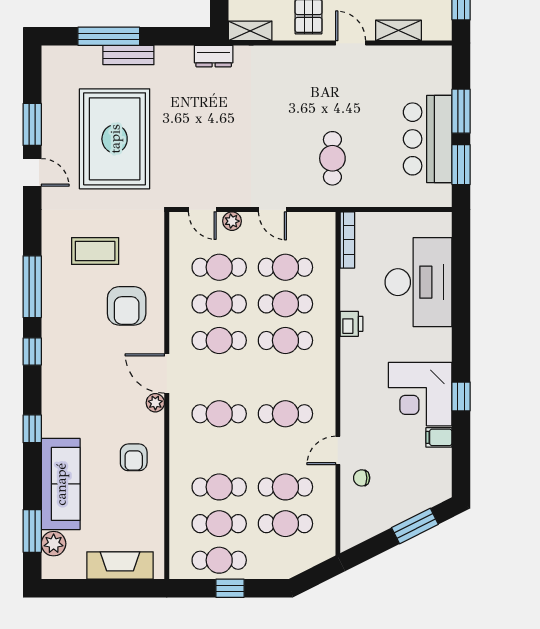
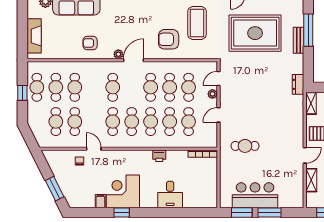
coffee table: (95, 251) -> (197, 23), width x1.36, depth x1.32
desk: (418, 282) -> (170, 194), width x0.53, depth x0.77
cafe table: (285, 377) -> (132, 122), added

